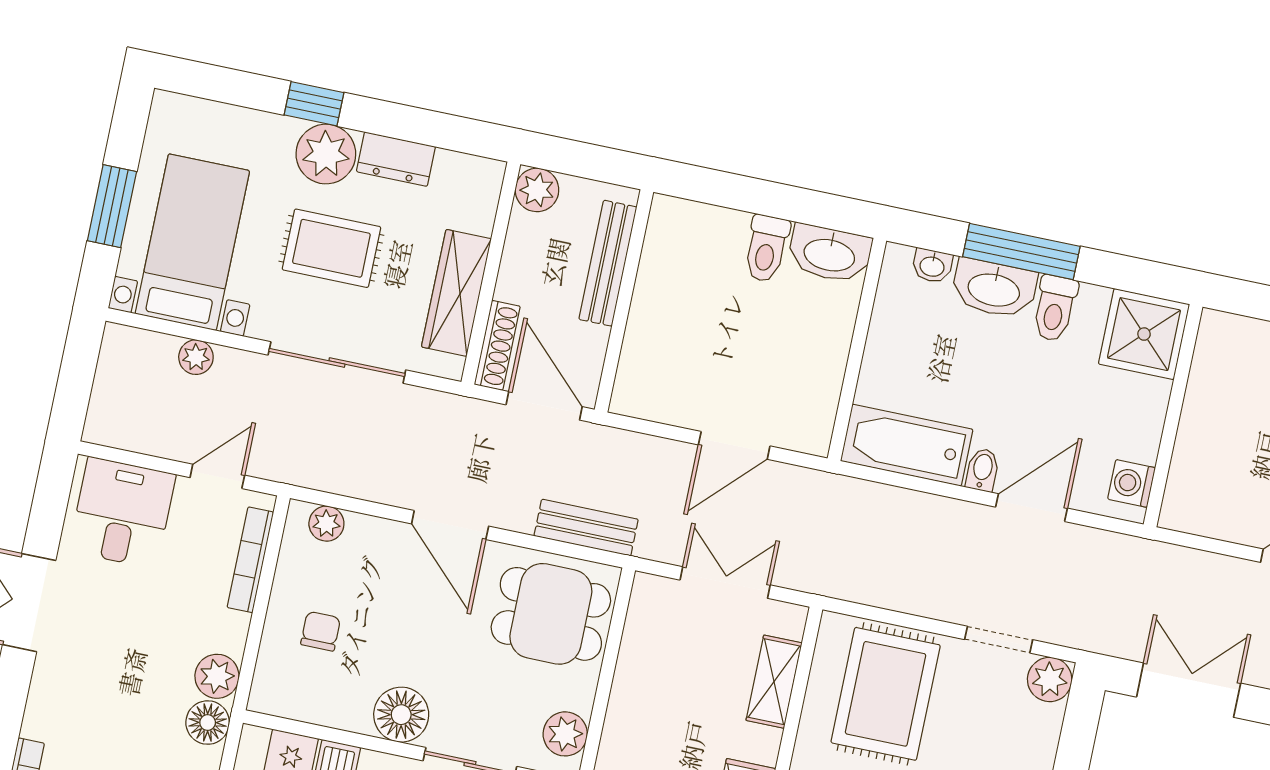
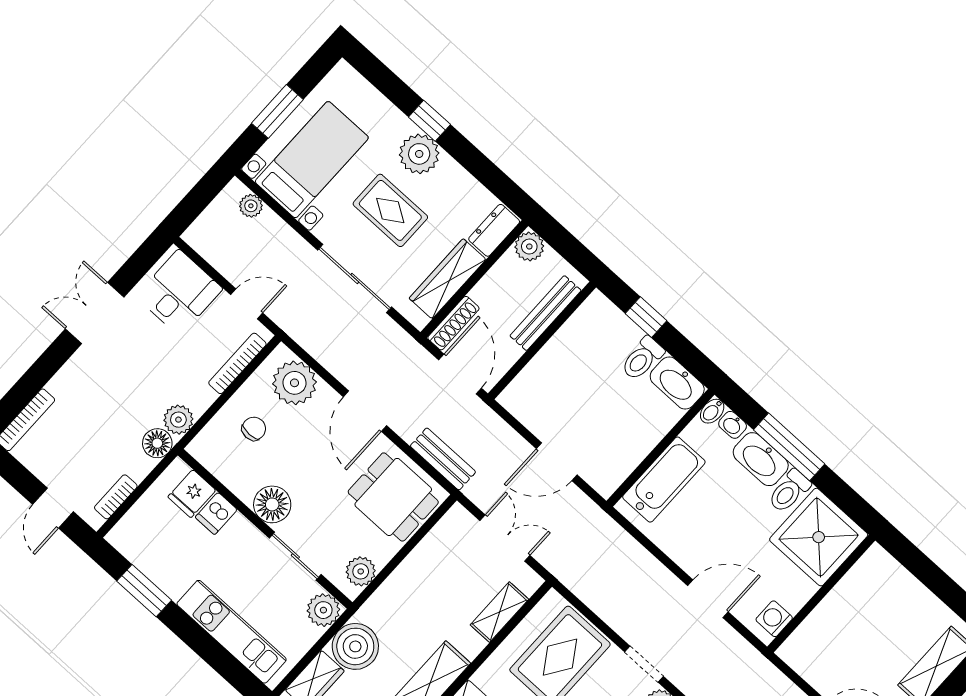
dresser: (396, 159) -> (494, 230), moved, turned 90
window: (740, 193) -> (646, 317), added
shower: (1144, 334) -> (819, 537), width x1.37, depth x1.37
plant: (196, 357) -> (251, 206), moved
bathtub: (907, 445) -> (664, 480), moved, turned 90
bidet: (982, 470) -> (712, 411), moved, turned 180
plant: (326, 524) -> (295, 383), width x1.87, depth x1.87

